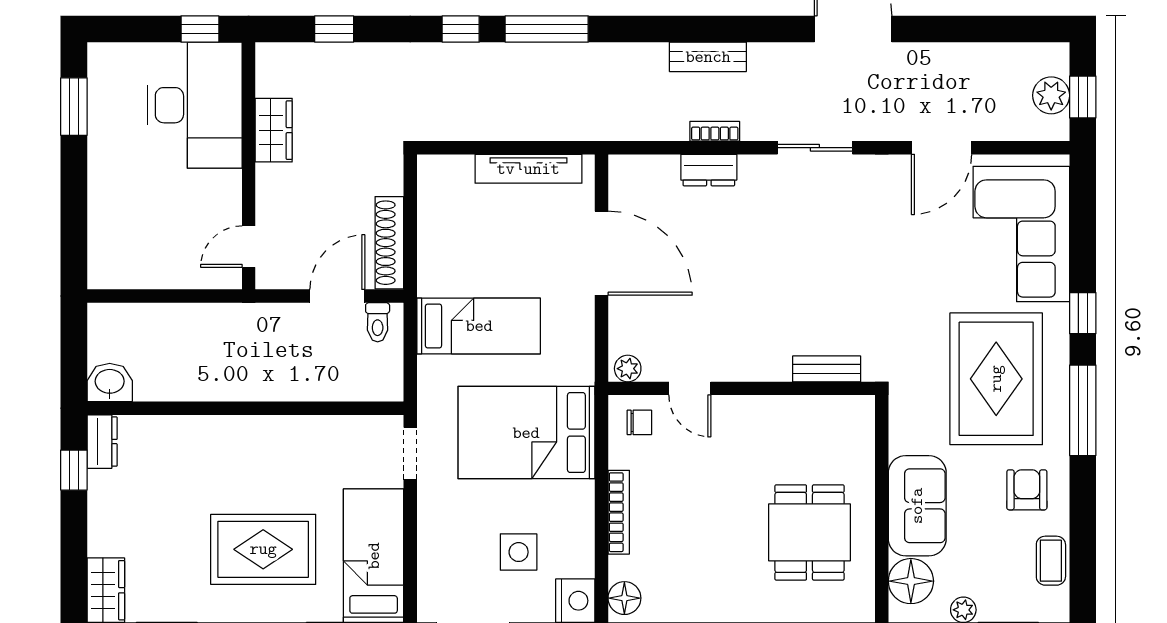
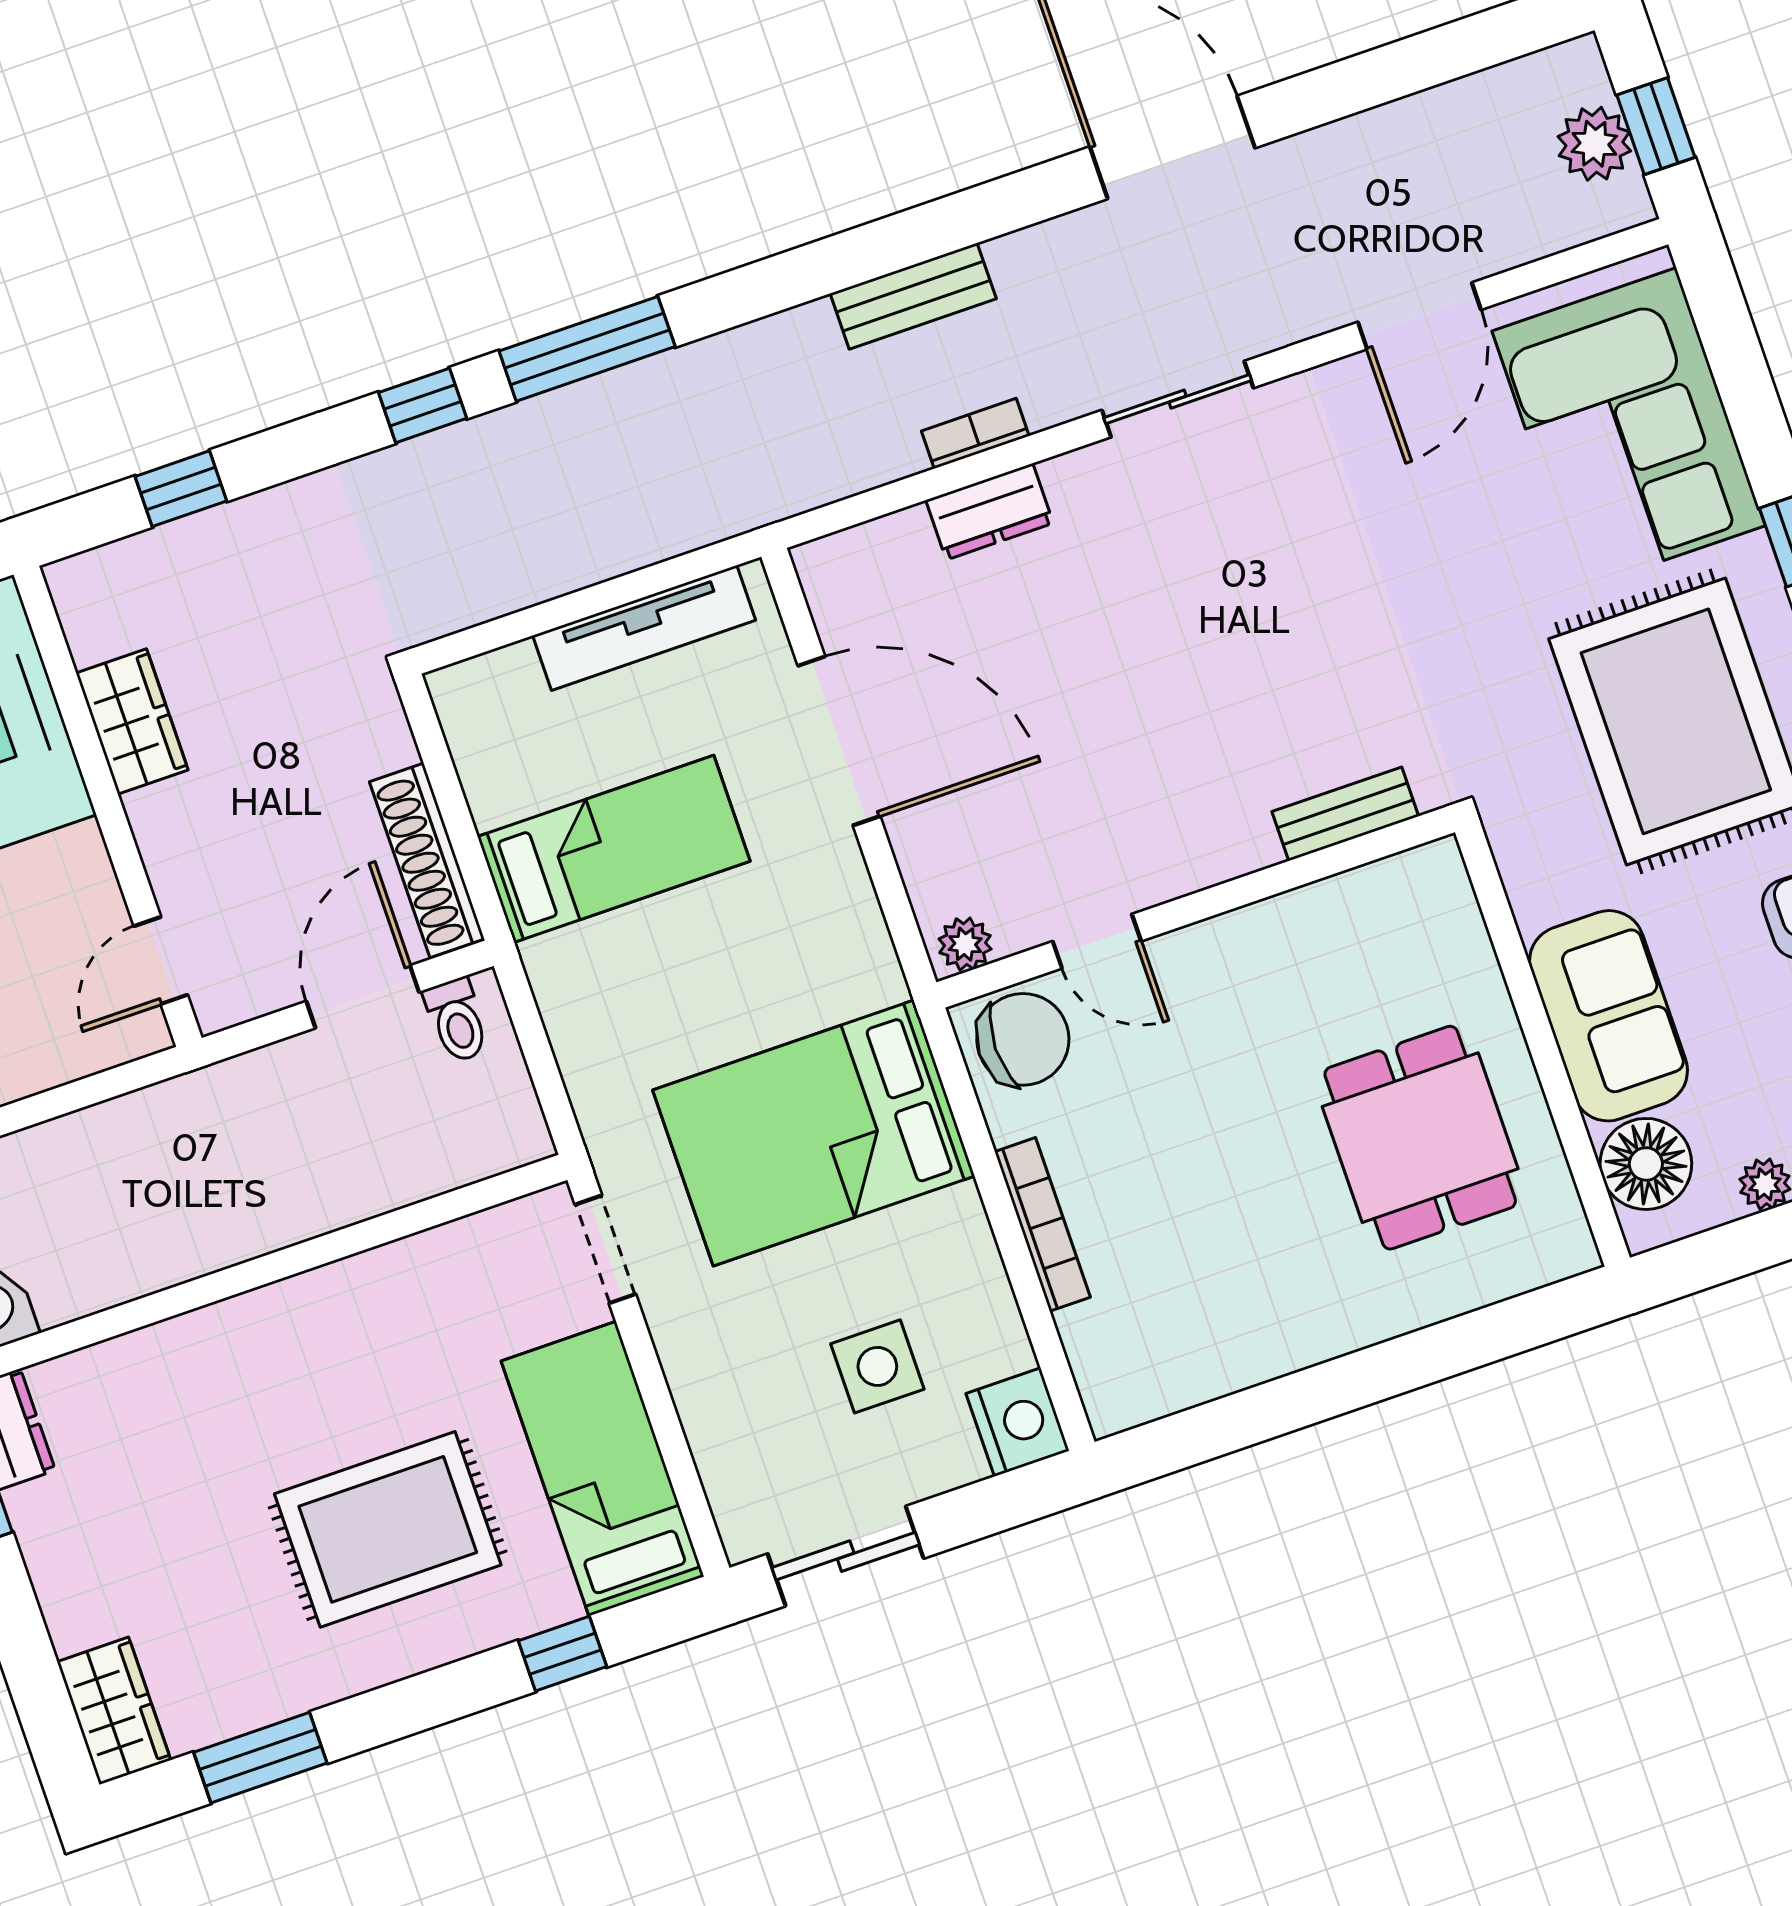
bed: (479, 326) -> (614, 849), moved
chair: (639, 422) -> (1023, 1039), width x1.87, depth x1.87
floor lamp: (624, 598) -> (1110, 1385), removed

